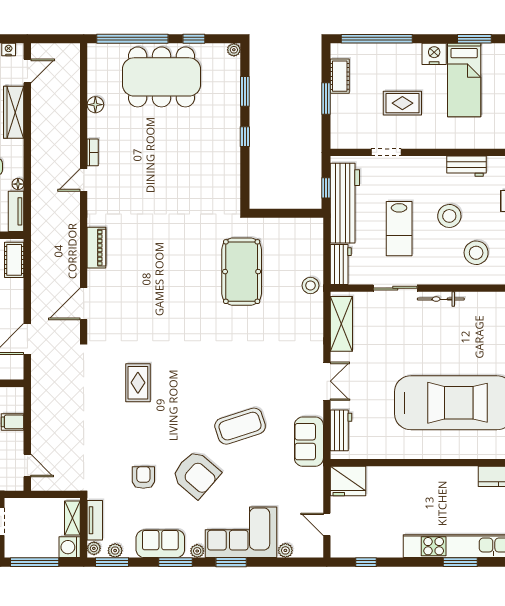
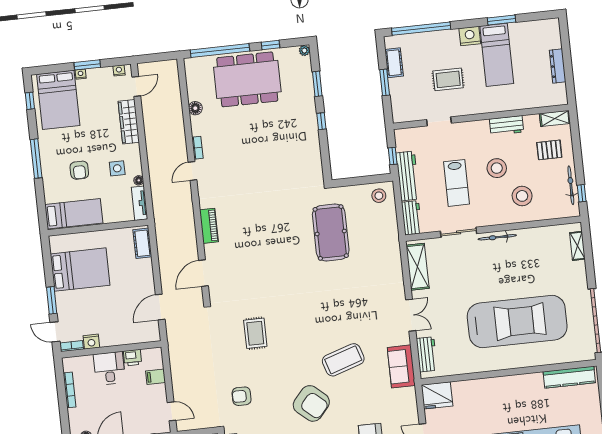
workbench: (345, 203) -> (408, 176), width x0.73, depth x0.76
stool: (310, 285) -> (379, 196), moved
armchair: (143, 478) -> (242, 396), moved, turned -90

